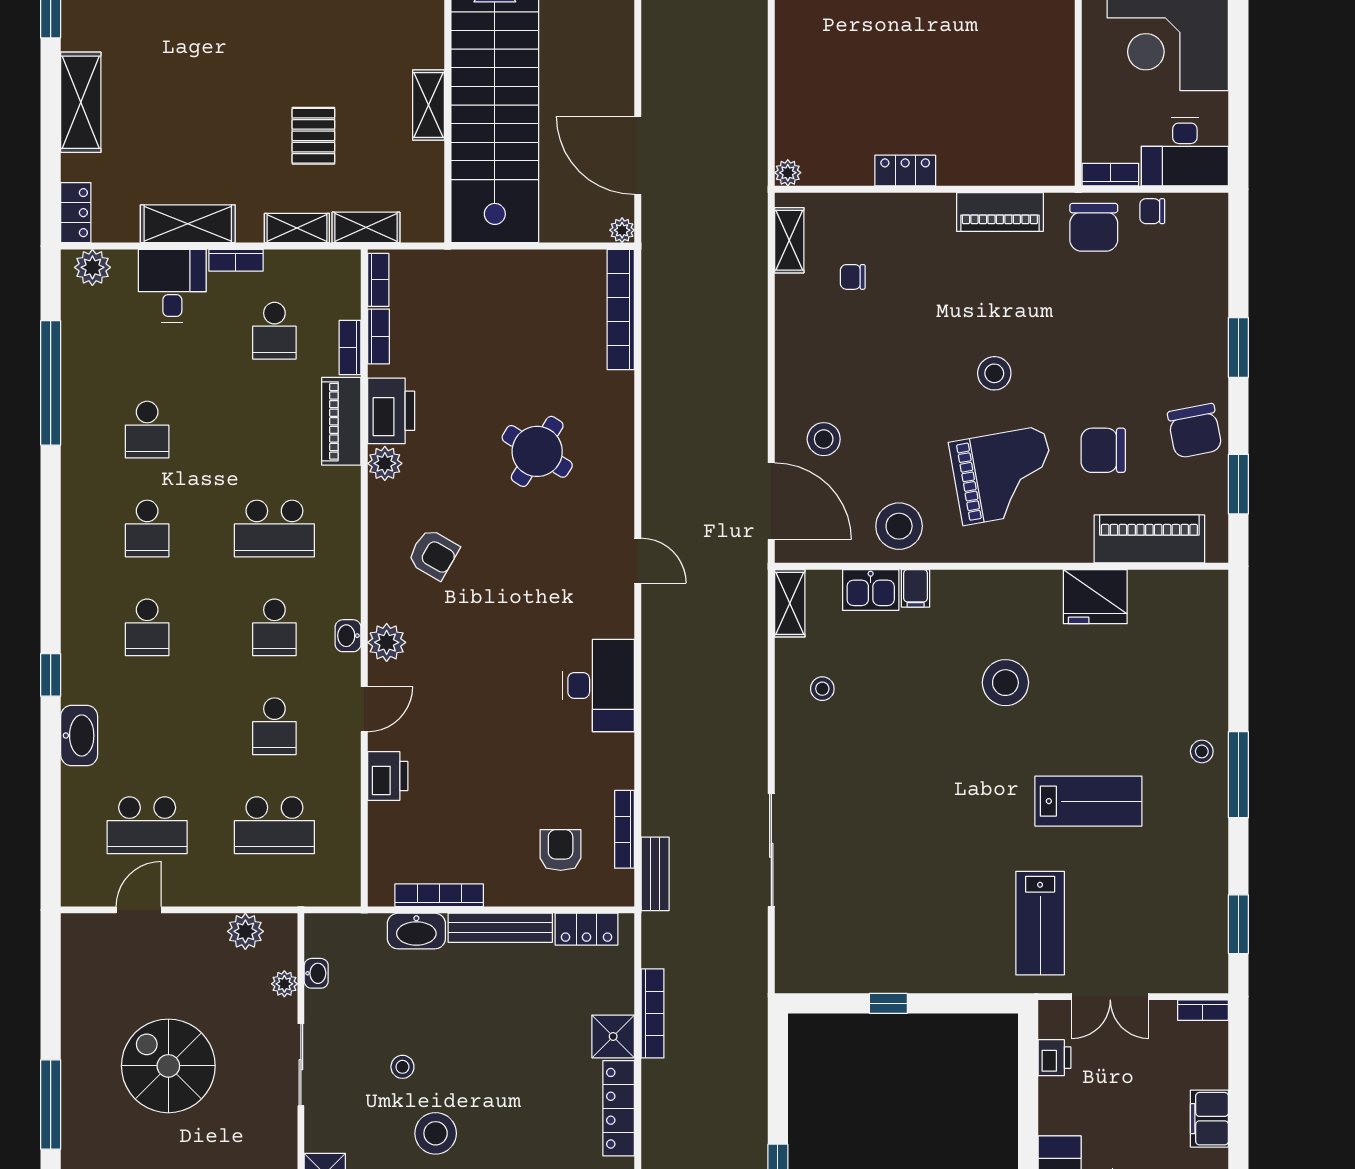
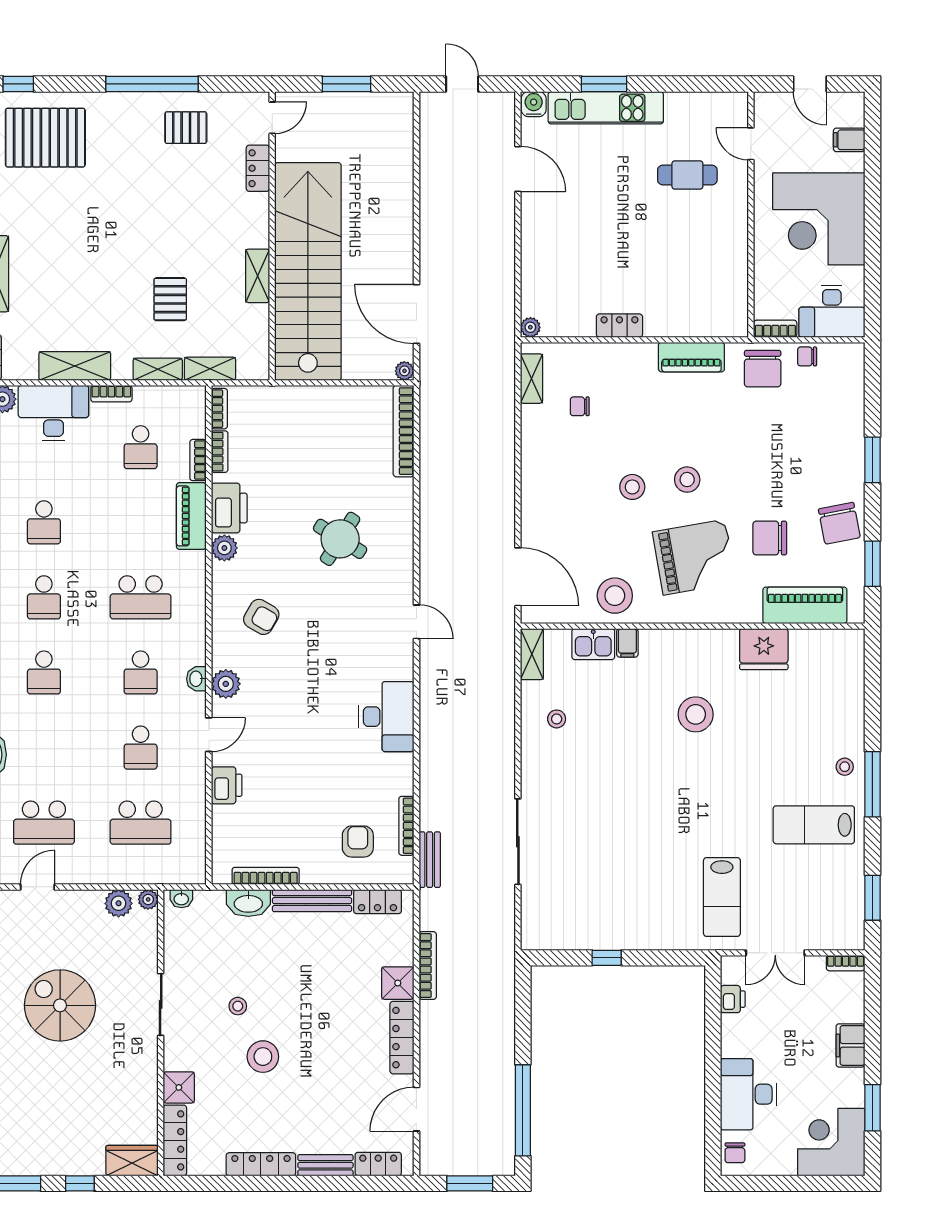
desk: (172, 286) -> (53, 413), width x1.37
stool: (824, 439) -> (632, 487), moved
lab bench: (1088, 801) -> (814, 825), moved, turned 180
washbasin: (316, 973) -> (181, 899), moved, turned 90
plant: (284, 984) -> (148, 899), moved

